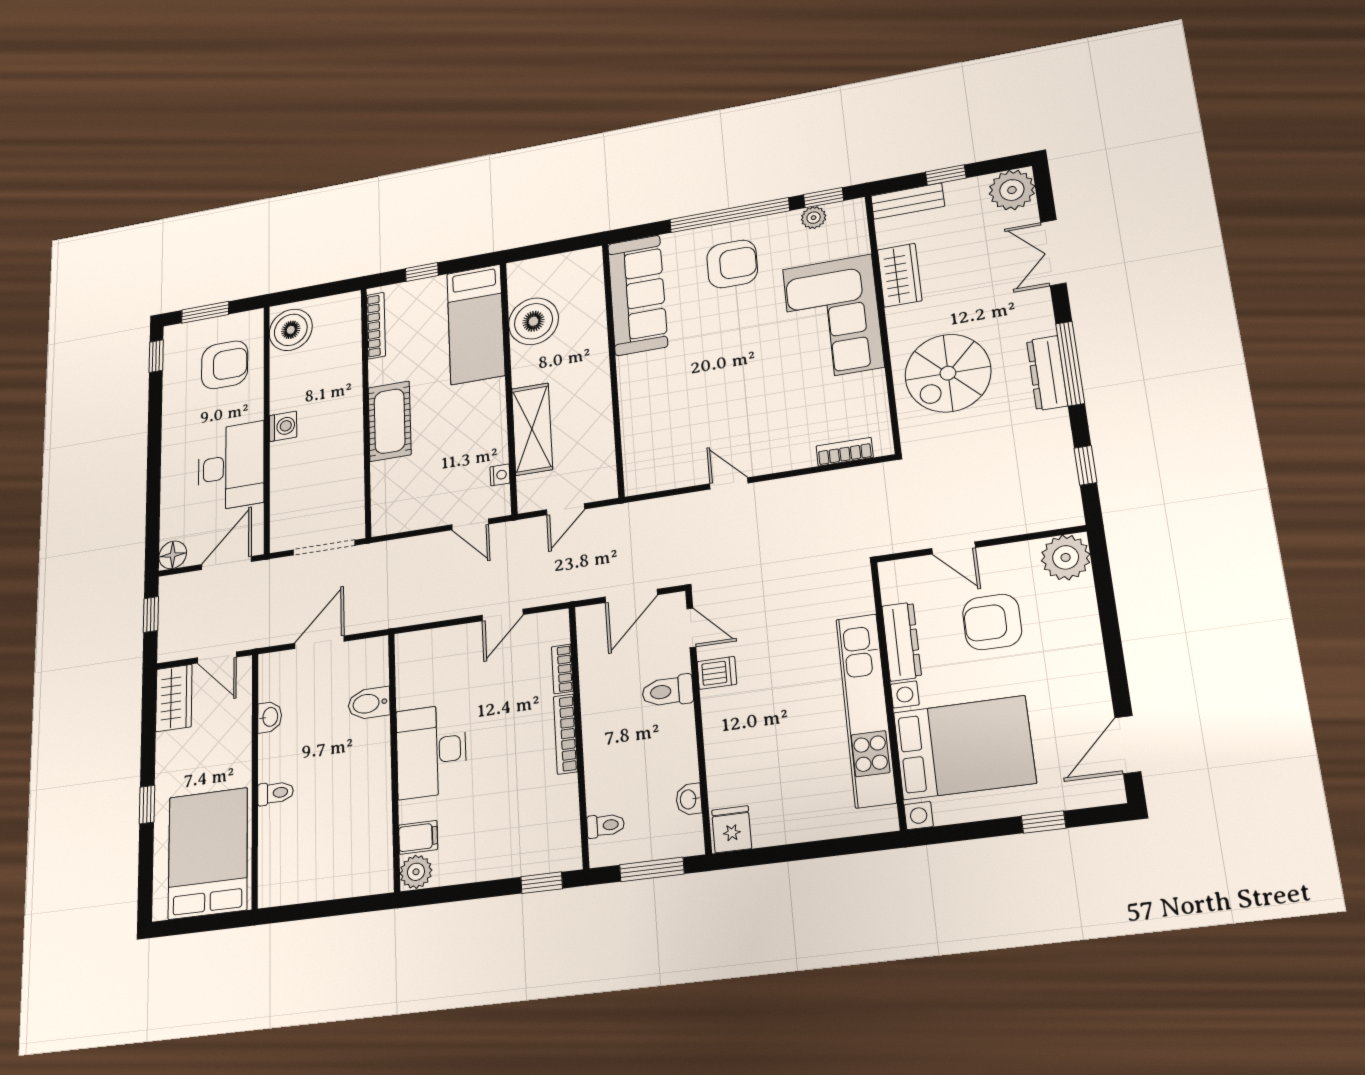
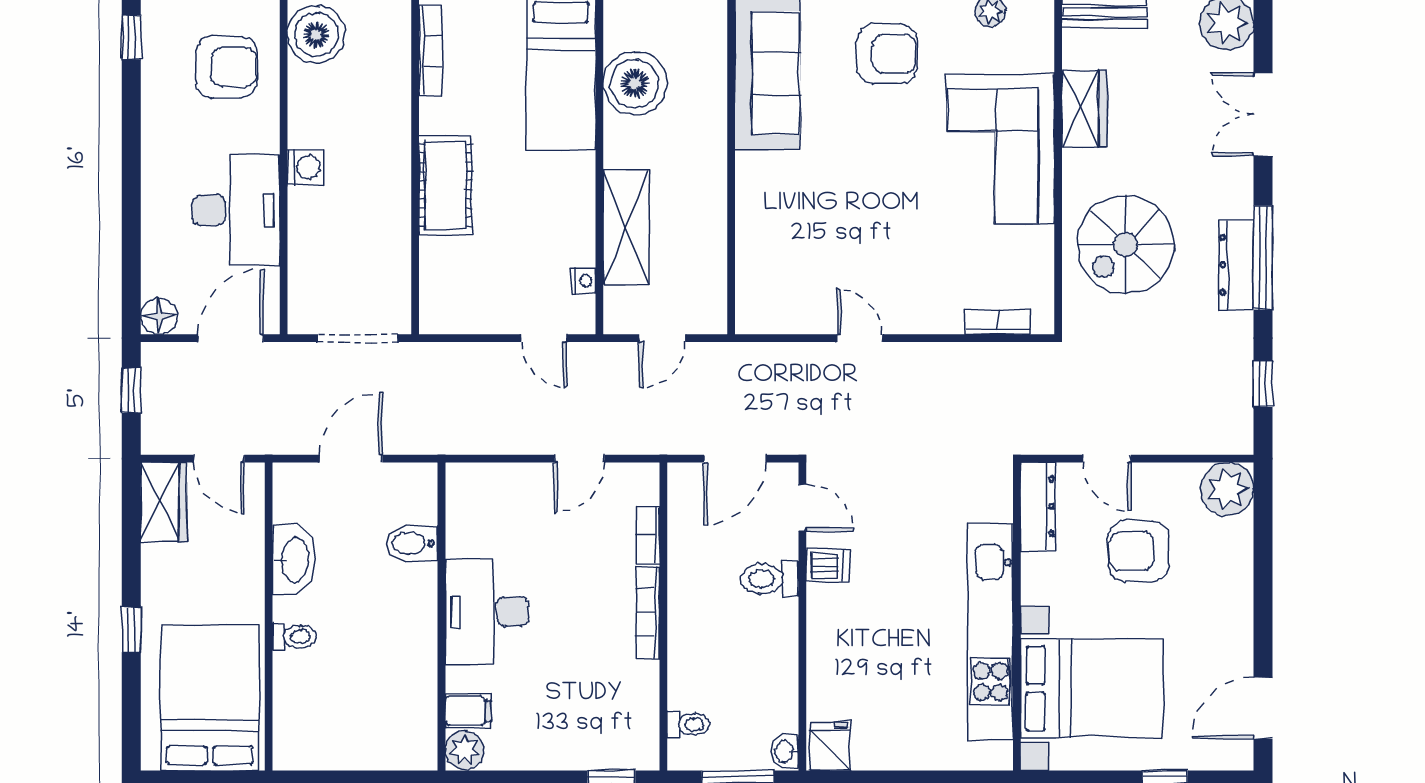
dresser: (902, 641) -> (1038, 507), moved
washbasin: (270, 717) -> (294, 560), width x1.91, depth x1.45
washbasin: (689, 799) -> (785, 751), moved

